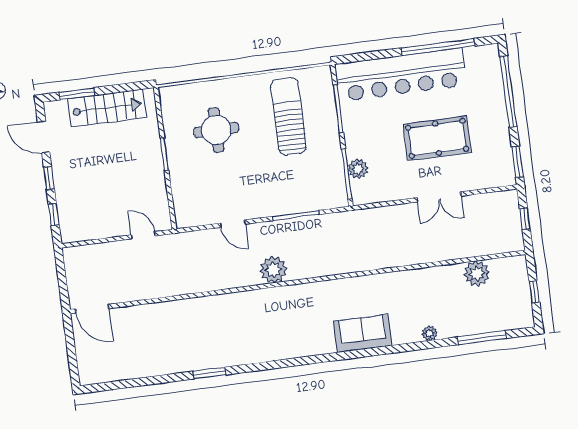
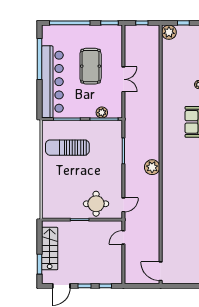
round table: (216, 130) -> (96, 204), moved
double door: (439, 197) -> (123, 79), moved
door: (233, 224) -> (123, 205), moved
plant: (477, 273) -> (169, 32), moved
door: (92, 309) -> (161, 271), swing flipped

